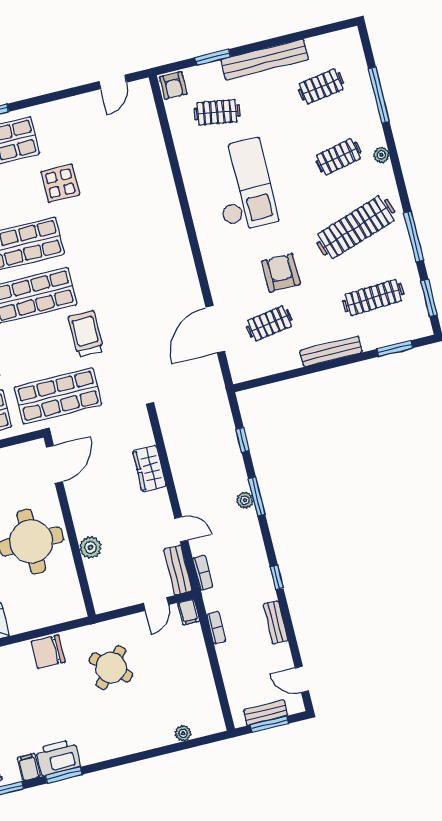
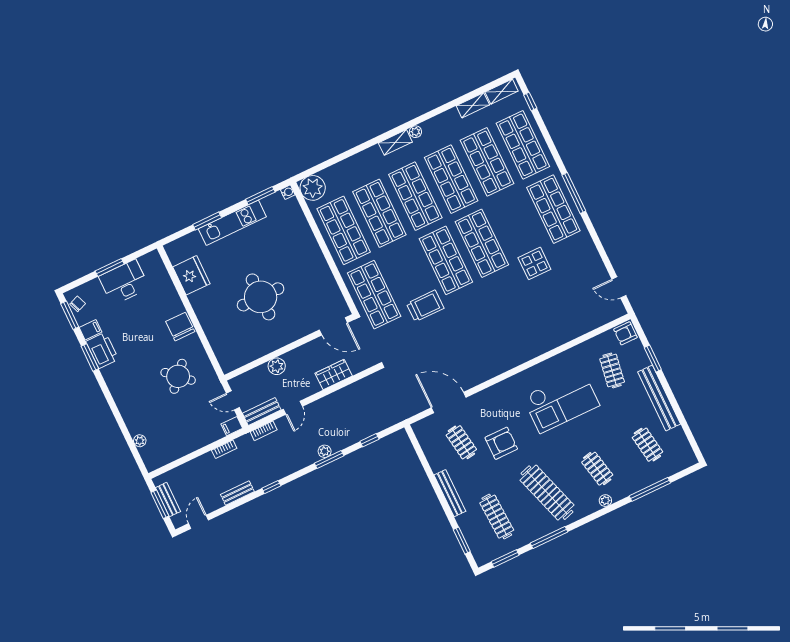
door: (54, 464) -> (333, 326), moved
wall: (70, 526) -> (289, 347), moved
plant: (90, 547) -> (277, 366), moved

